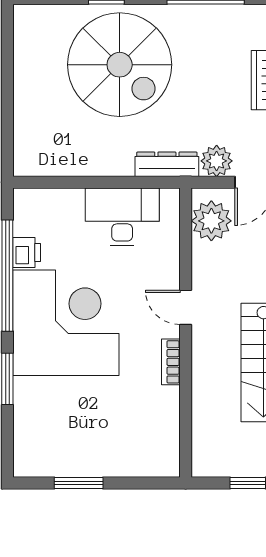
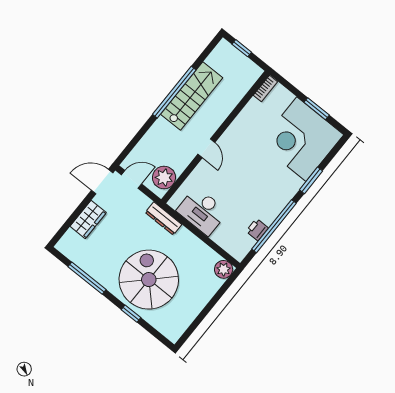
plant: (217, 161) -> (224, 269), moved
corner desk: (66, 323) -> (301, 139), moved
bookcase: (171, 362) -> (265, 89), moved

